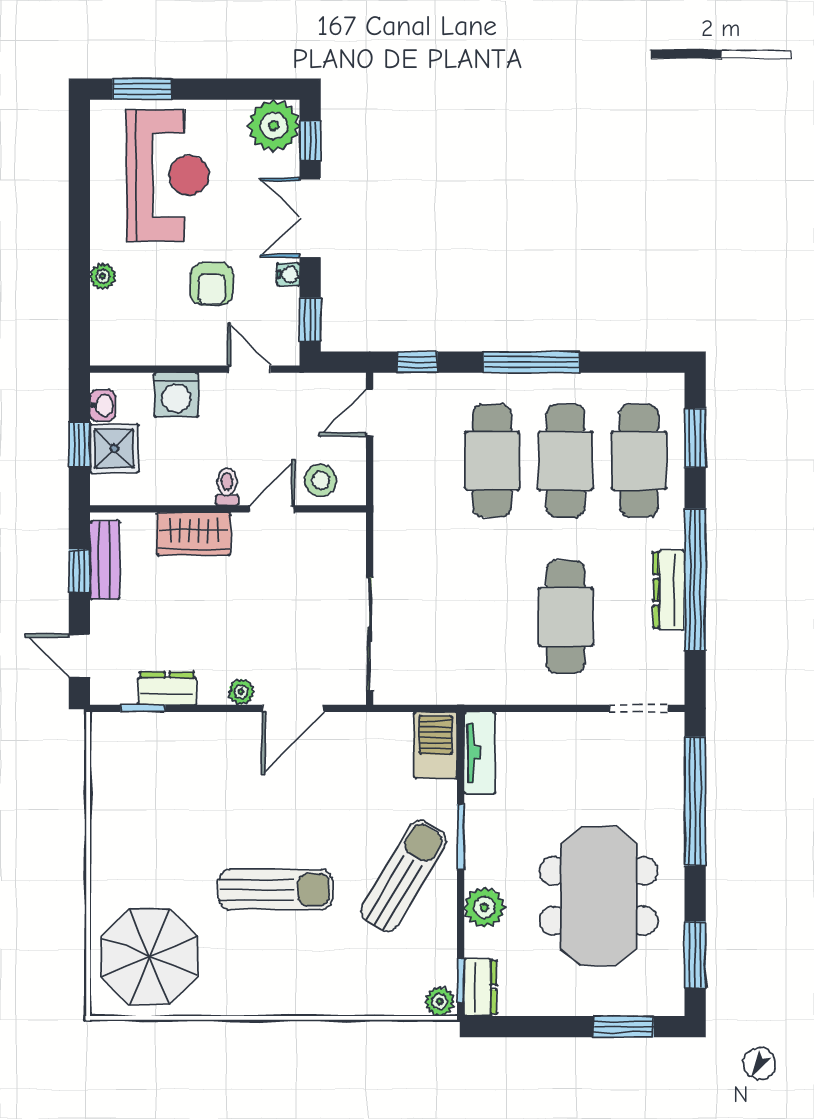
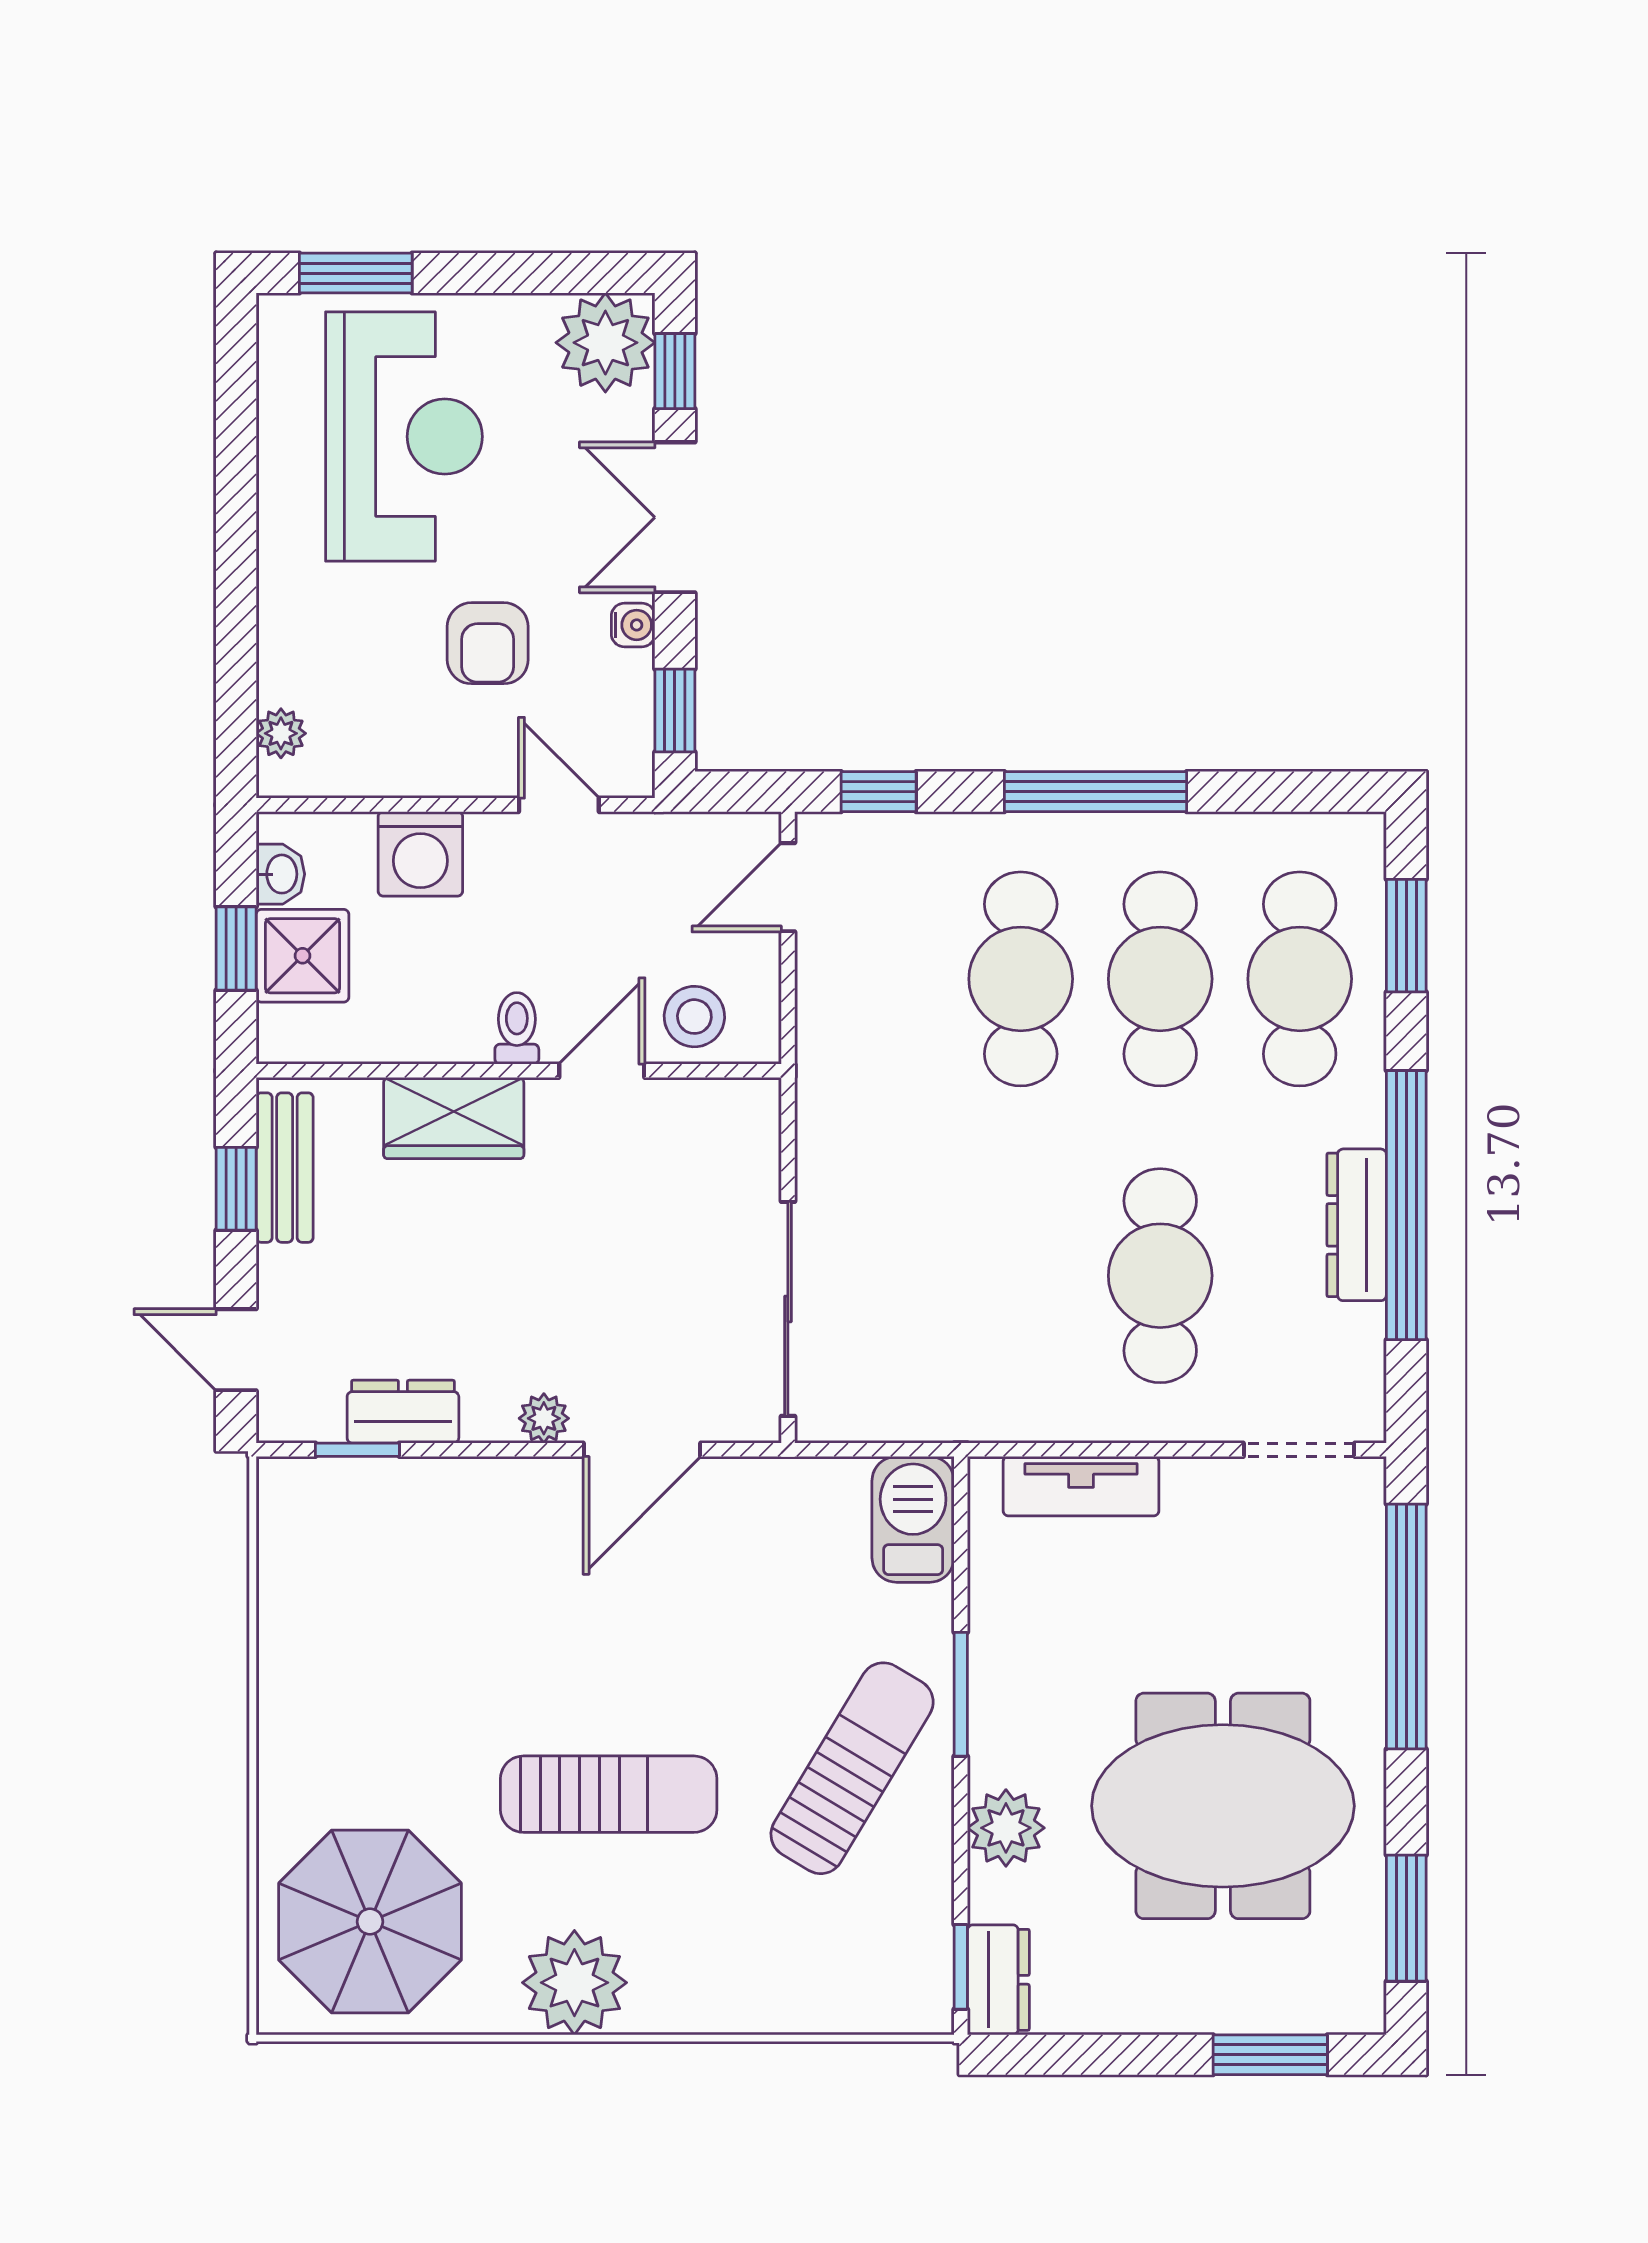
plant: (103, 276) -> (281, 733), moved
tv unit: (480, 753) -> (1081, 1486), moved, turned 90
meeting table: (599, 896) -> (1223, 1806), turned 90
plant: (440, 1002) -> (574, 1983), moved, width x1.88, depth x1.88

